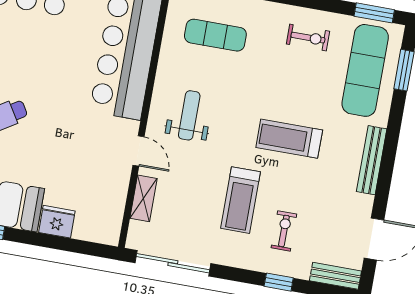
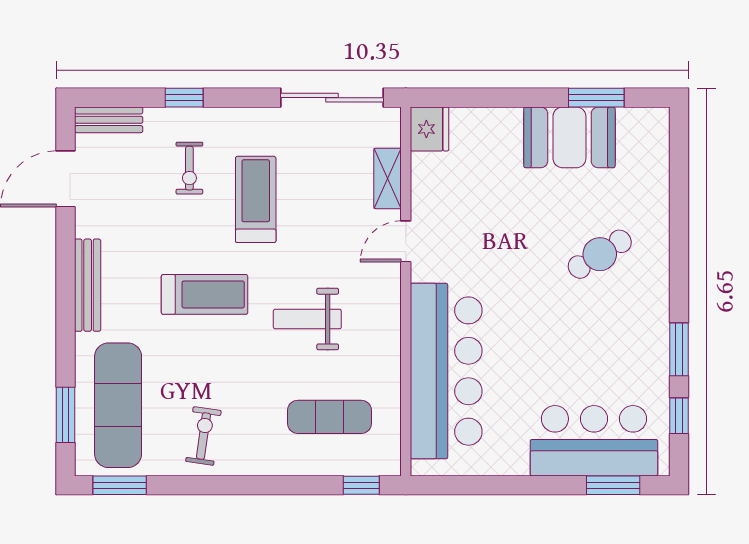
exercise bike: (308, 38) -> (203, 436), turned 98
weight bench: (189, 115) -> (307, 319), moved, turned 90
door: (138, 151) -> (406, 241), hinge flipped
fridge: (57, 222) -> (429, 129), moved, turned -90

